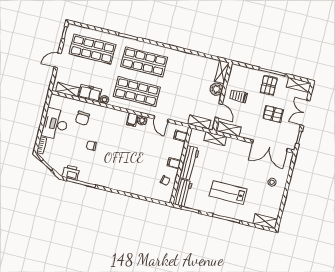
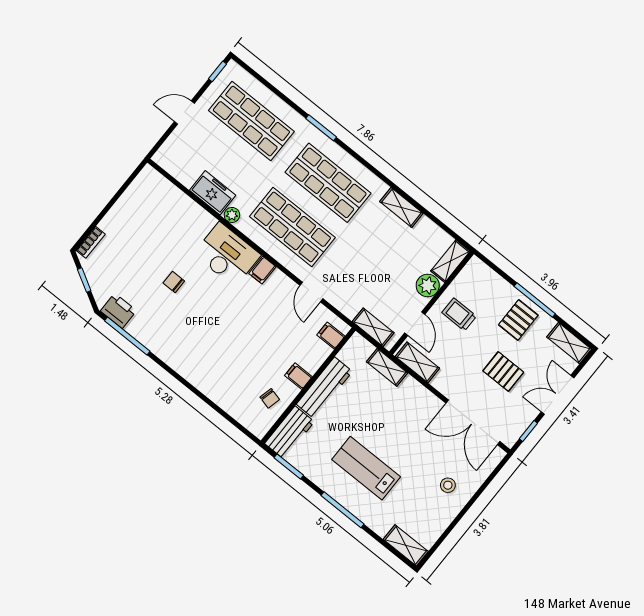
shelving: (68, 90) -> (401, 207), moved
chair: (82, 118) -> (181, 229), removed
plant: (142, 120) -> (279, 279), removed
desk: (55, 124) -> (227, 254), moved, turned 90

